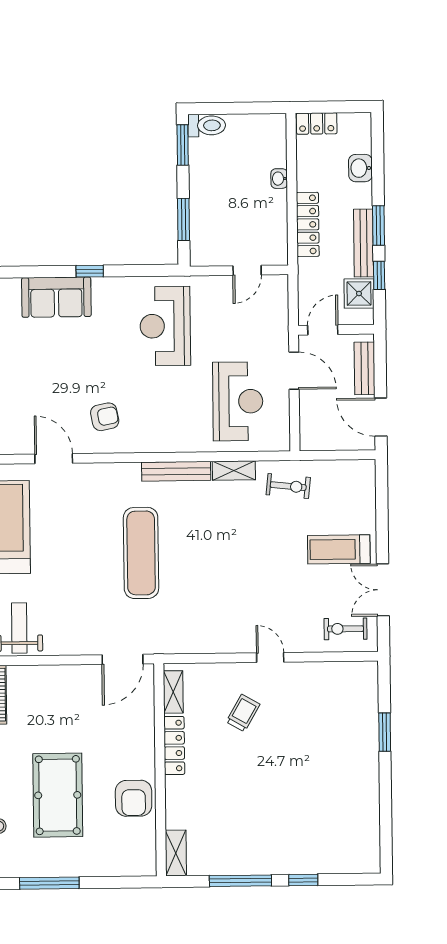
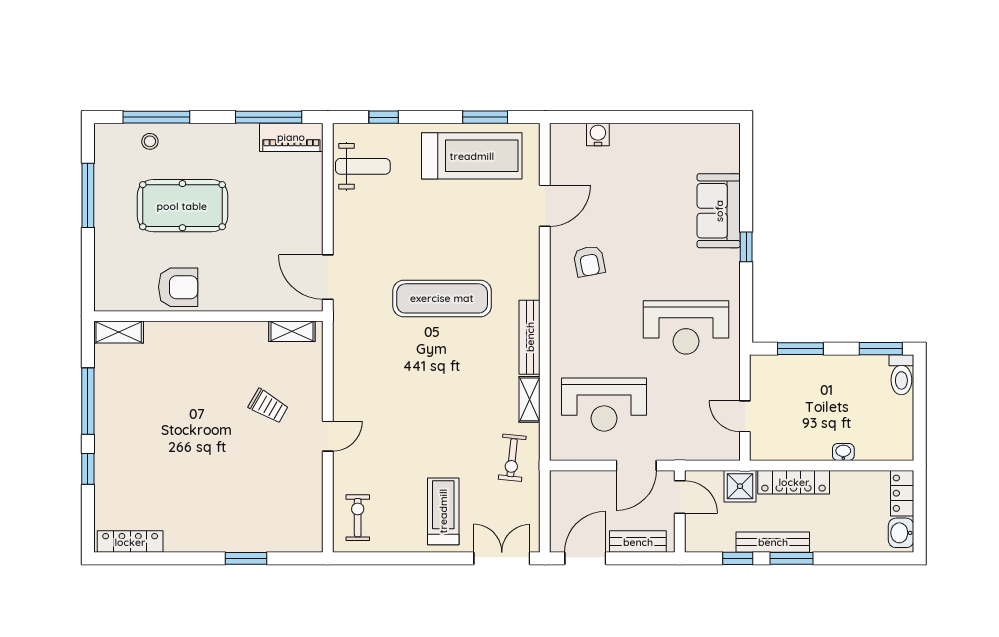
washbasin: (360, 168) -> (901, 533), moved, turned -90
shower: (359, 294) -> (740, 486), moved
reception desk: (165, 326) -> (686, 327), turned 180
double door: (383, 590) -> (502, 558), moved
locker: (174, 745) -> (130, 542), moved, turned 180
armchair: (134, 798) -> (178, 287), turned 180

